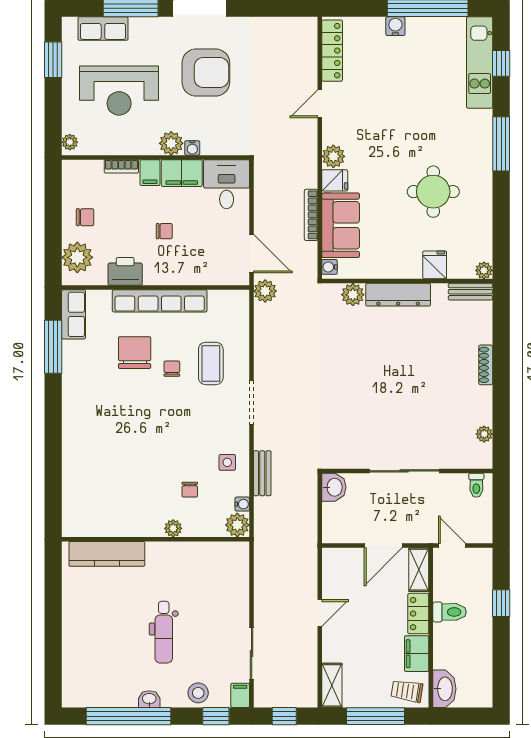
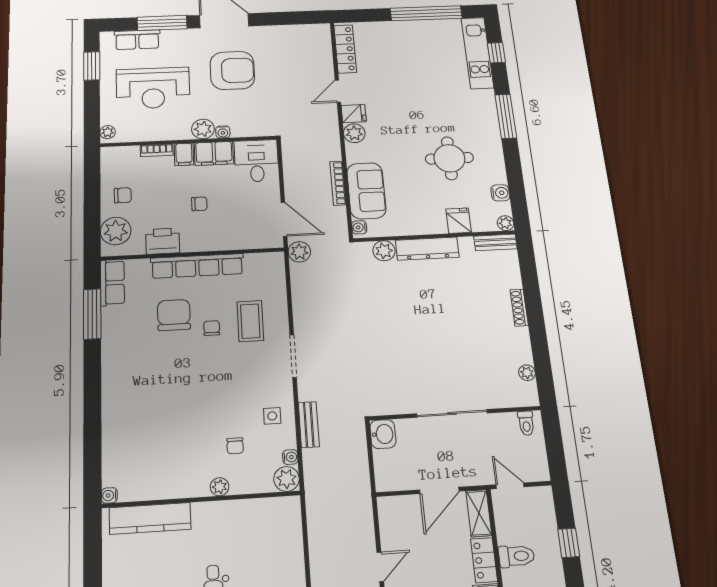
water cooler: (395, 26) -> (500, 193), moved, turned 90
fridge: (335, 180) -> (354, 114), moved
water cooler: (69, 530) -> (109, 495), added

